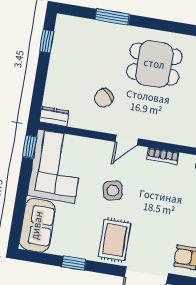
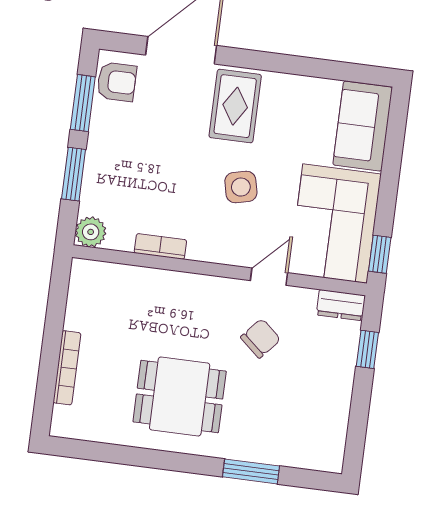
window: (47, 41) -> (367, 349), moved
door: (127, 140) -> (269, 277), moved
window: (74, 263) -> (300, 66), removed

